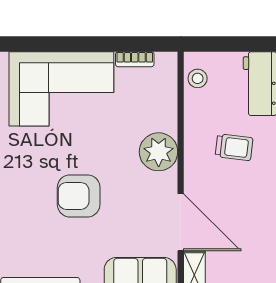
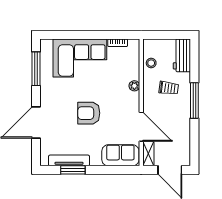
stool: (198, 78) -> (151, 63), moved
plant: (159, 152) -> (134, 86), width x0.53, depth x0.53

